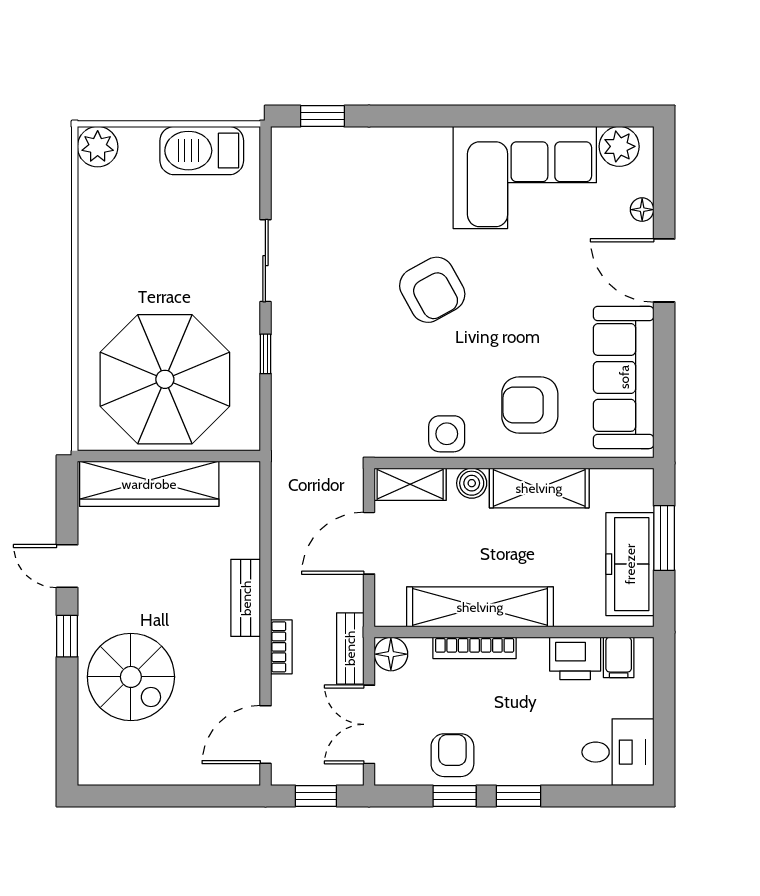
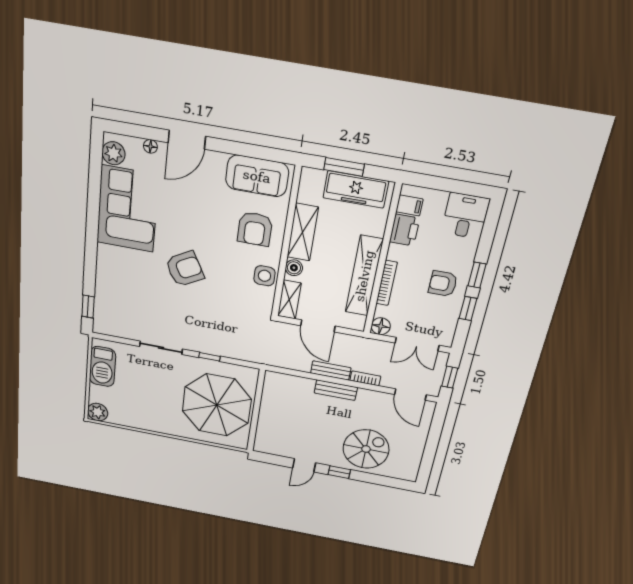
sofa: (624, 377) -> (257, 176), width x0.73
wardrobe: (149, 484) -> (269, 422), removed
bench: (350, 648) -> (331, 370), moved
armchair: (452, 755) -> (443, 284), moved

